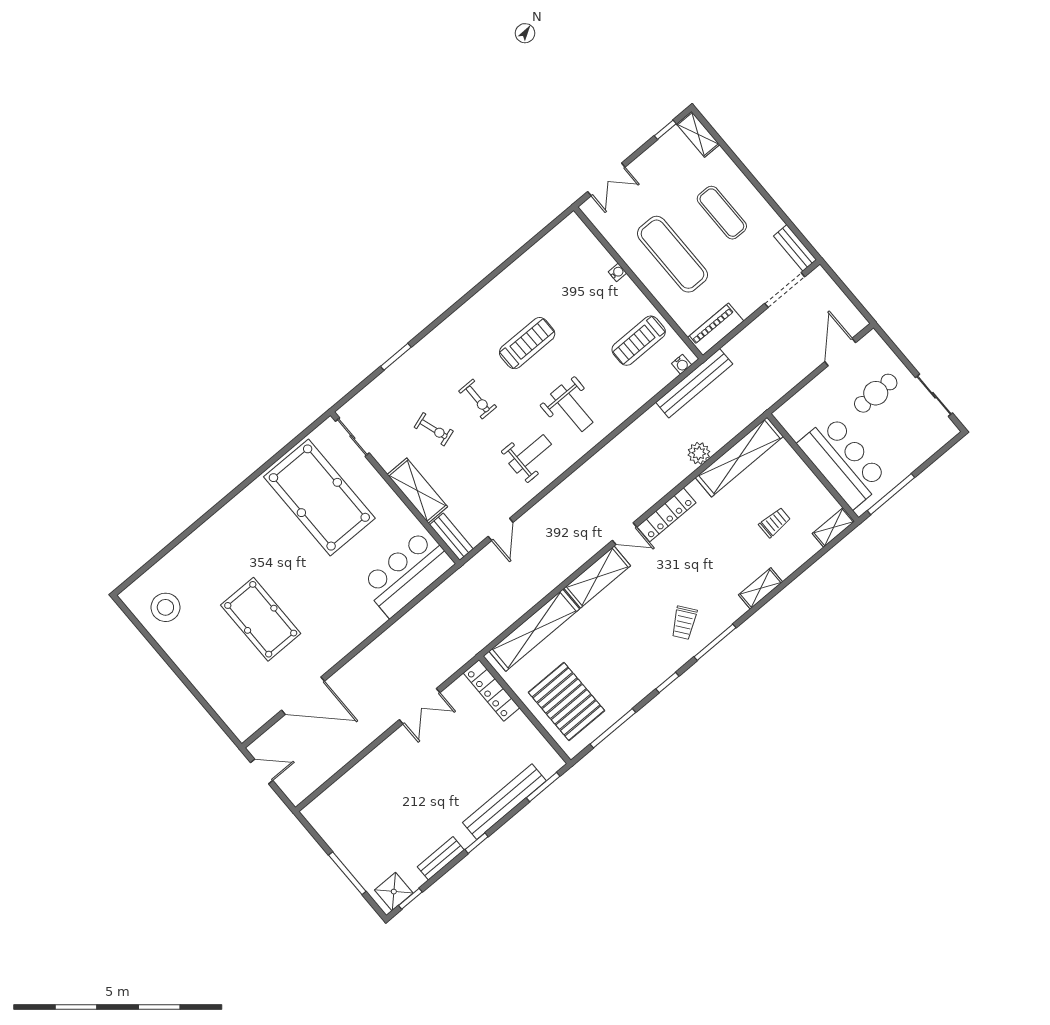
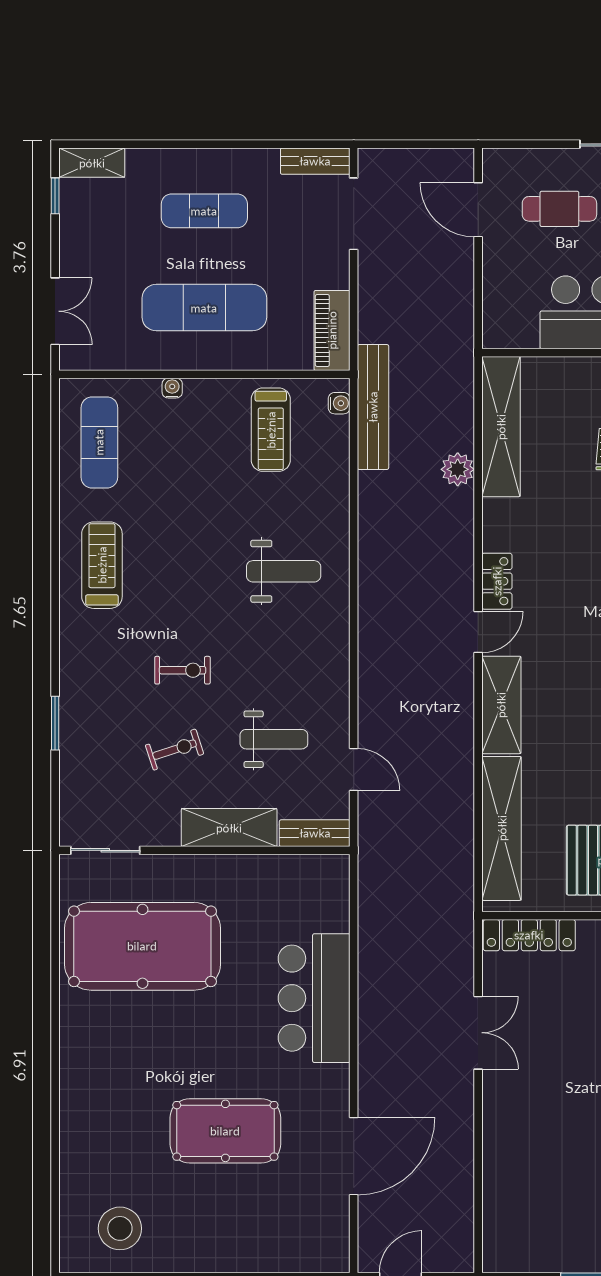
exercise mat: (558, 259) -> (99, 442), added
treadmill: (527, 343) -> (102, 565), moved
cafe table: (876, 393) -> (559, 209), turned 90
weight bench: (530, 454) -> (274, 739), moved, turned 90
locker: (667, 515) -> (497, 581), width x0.66
bar counter: (407, 573) -> (314, 998), moved

